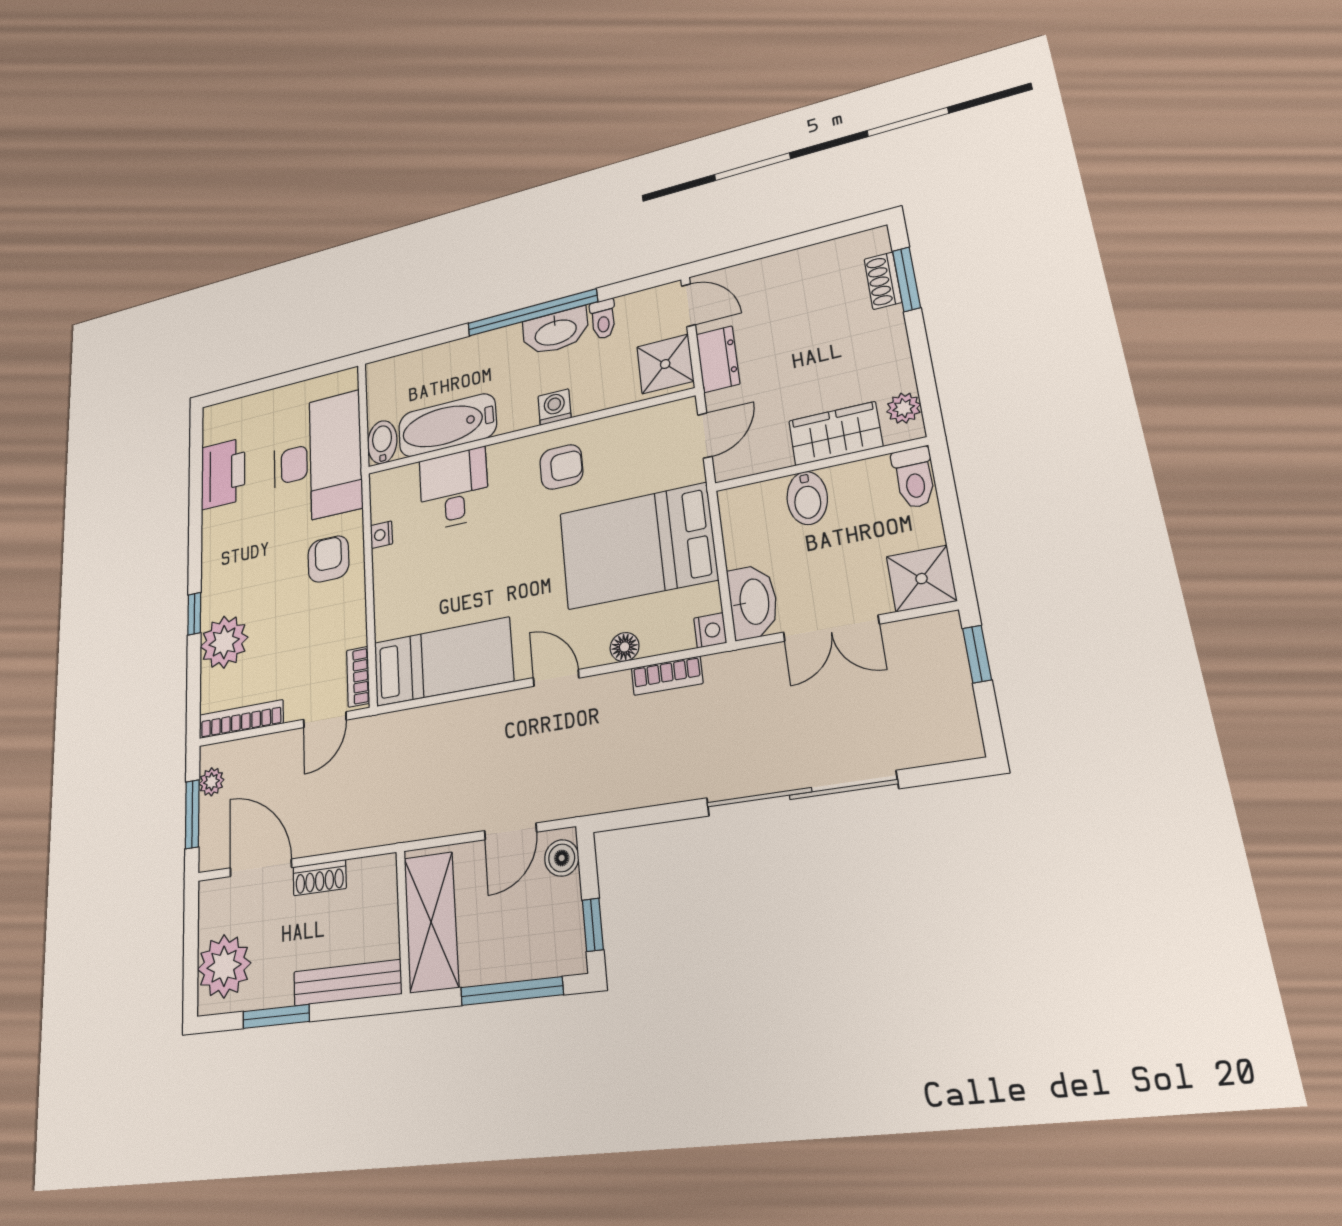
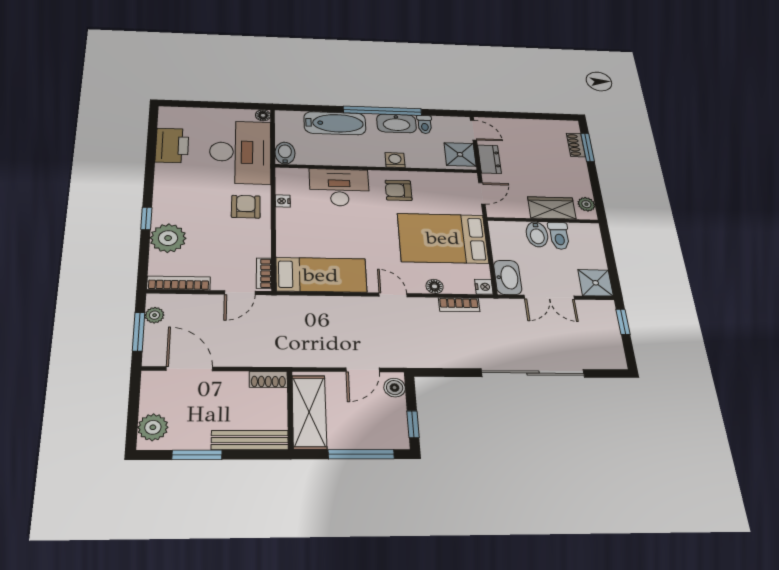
floor lamp: (348, 379) -> (263, 115), added
bathtub: (447, 425) -> (335, 123), moved, turned 180
armchair: (561, 467) -> (399, 190), turned 180
toilet: (914, 478) -> (559, 236), moved
desk: (454, 489) -> (339, 187), width x1.37
shoe rack: (320, 878) -> (268, 379), moved
plant: (224, 966) -> (153, 427), width x0.73, depth x0.73

